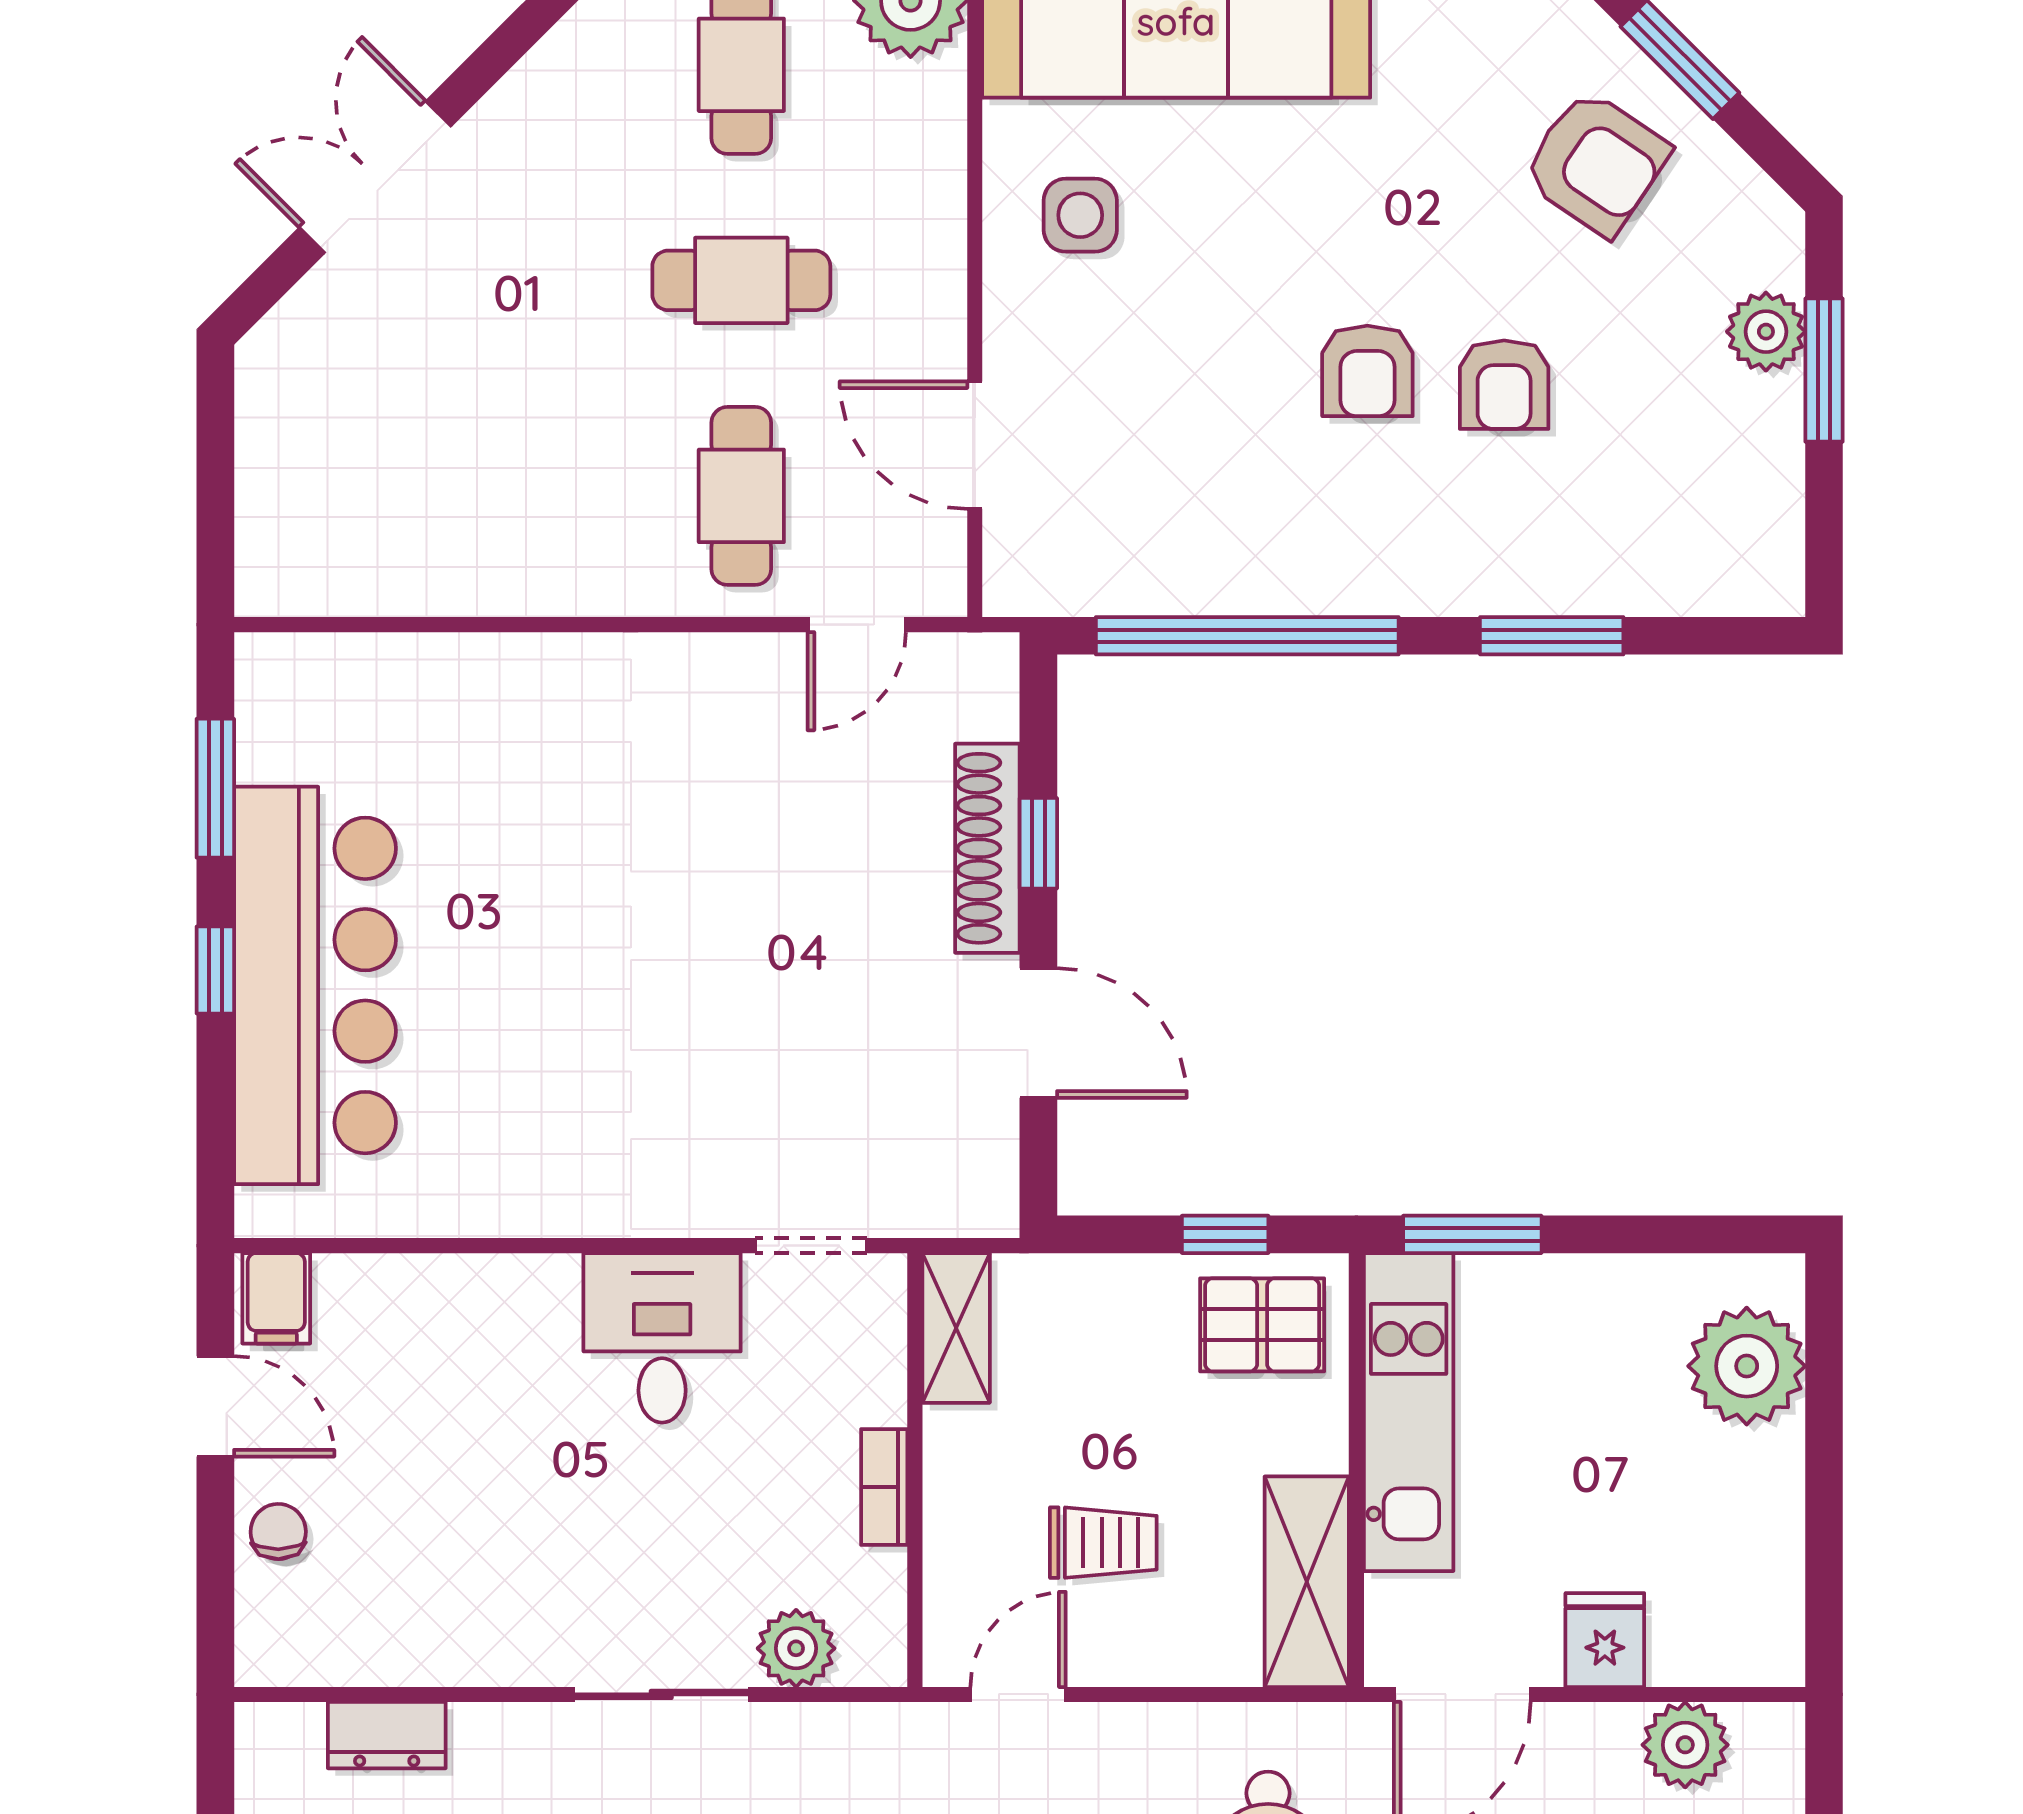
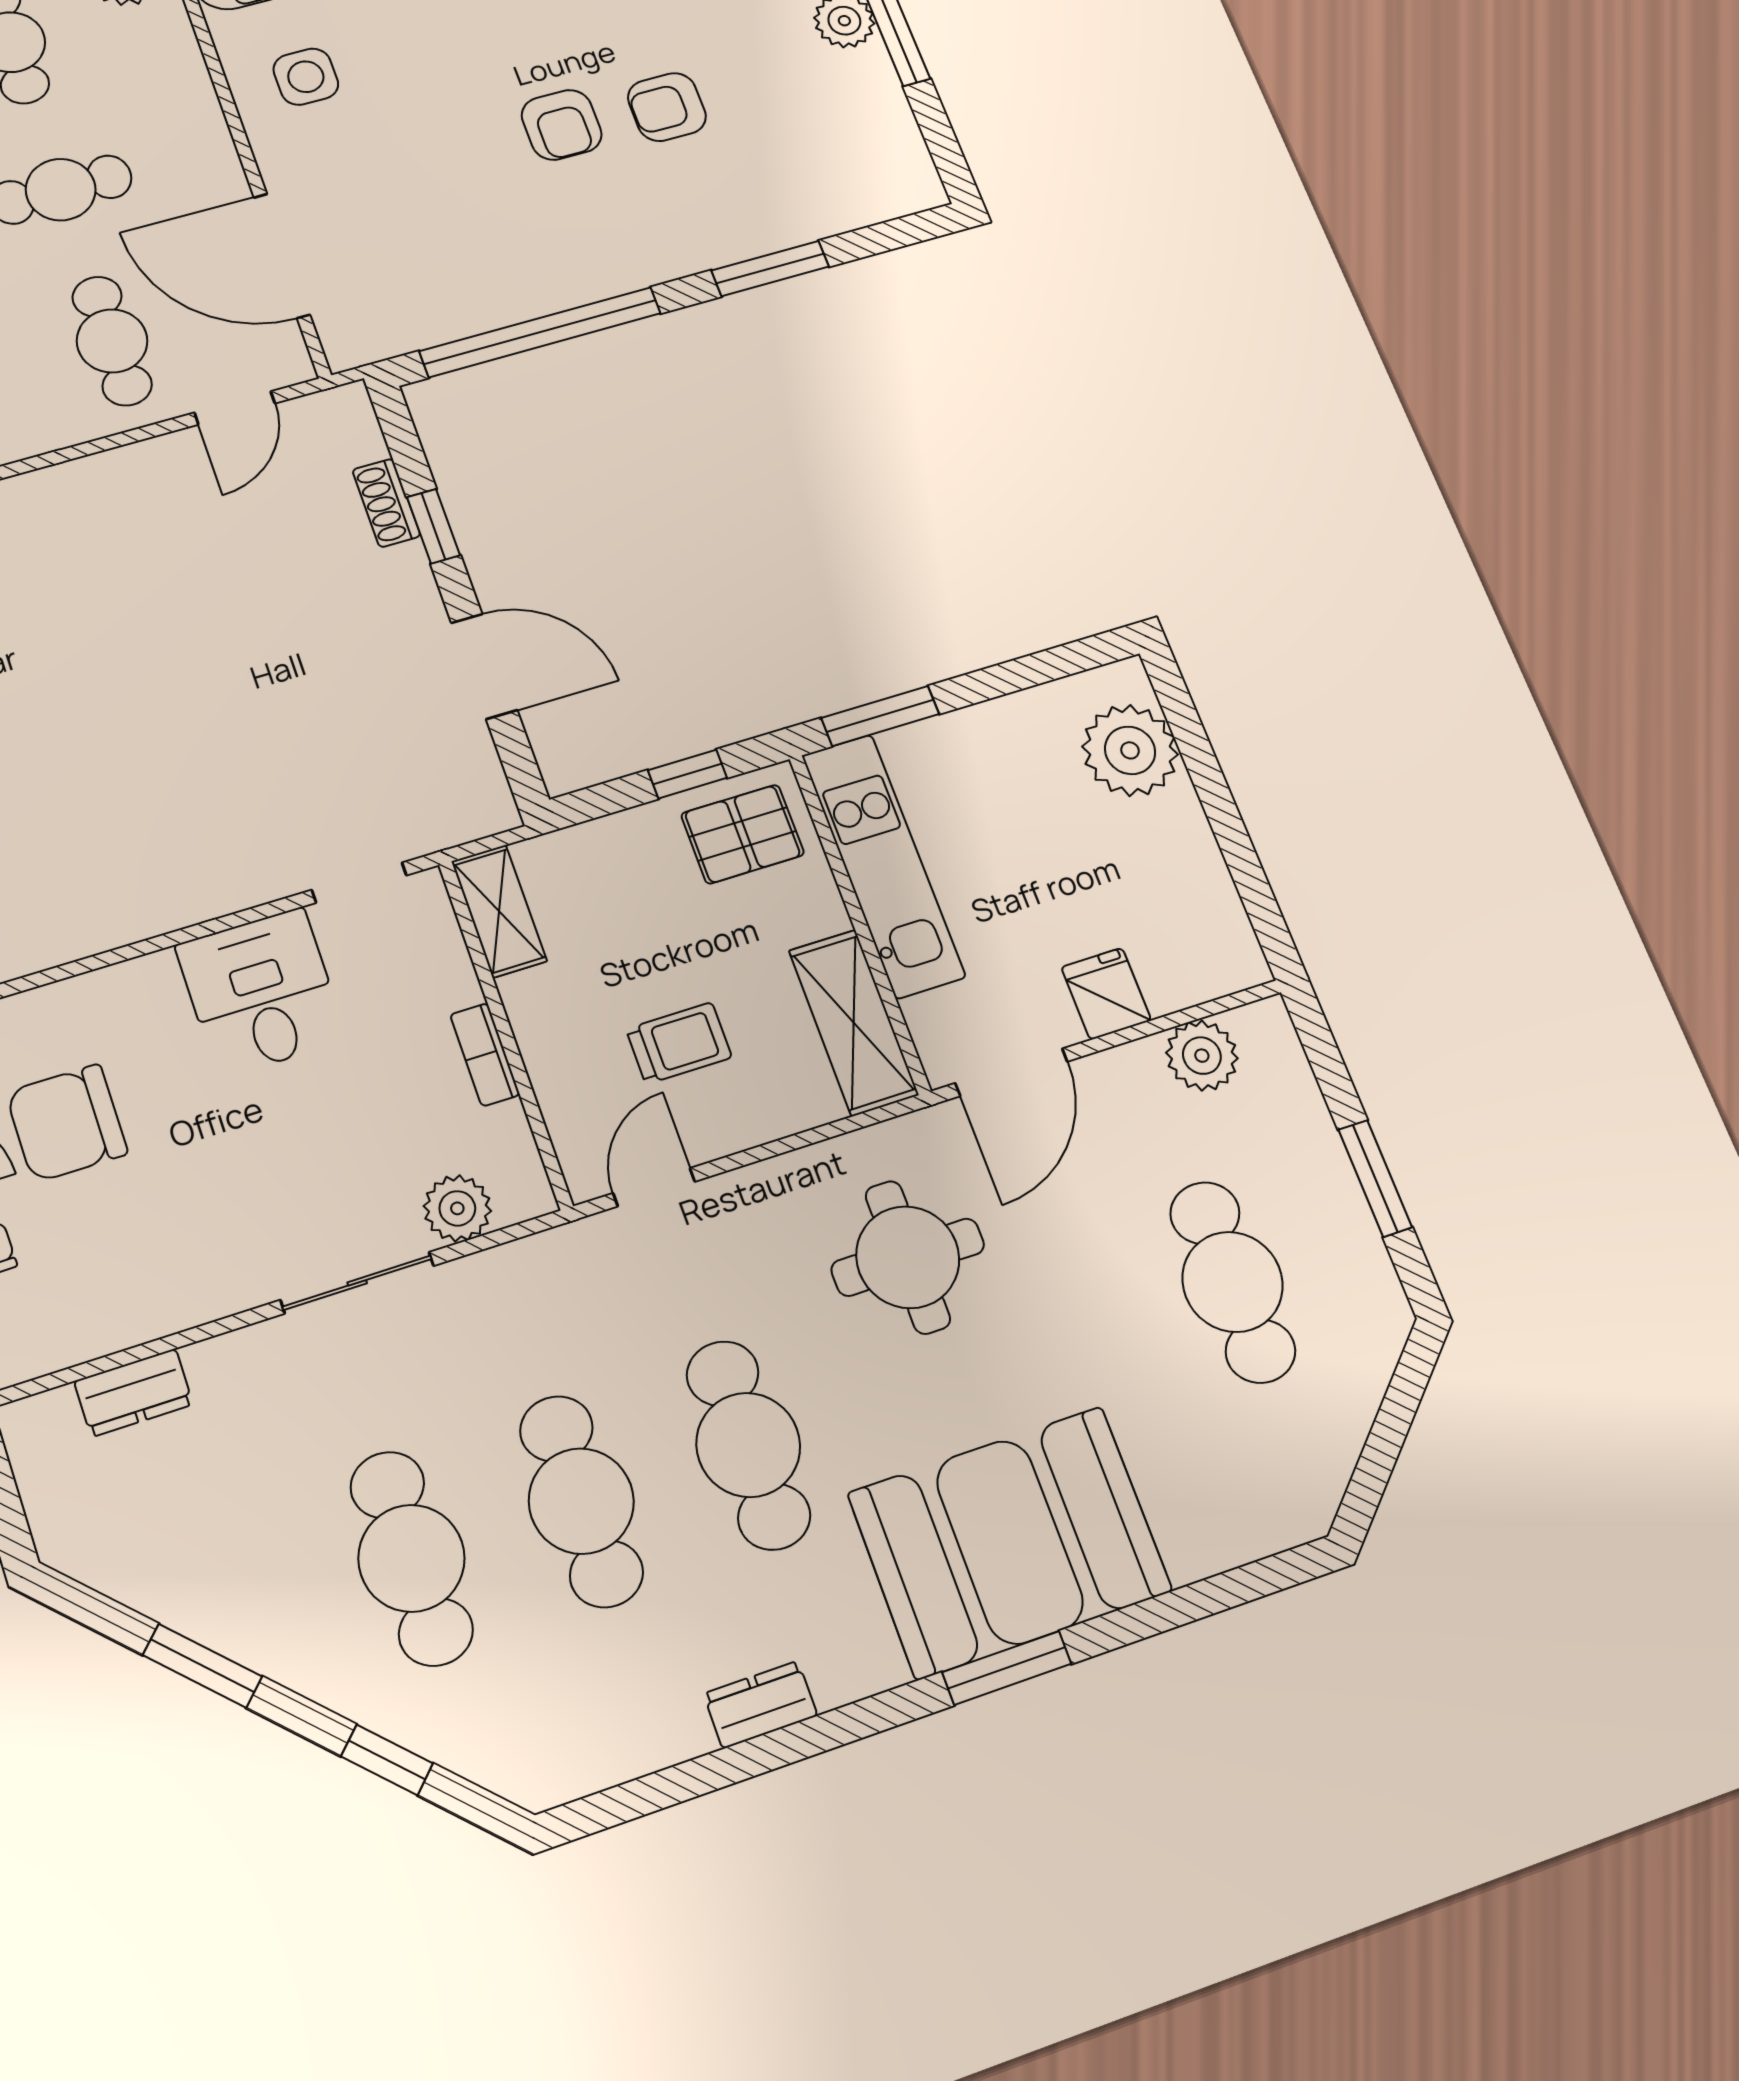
armchair: (1504, 385) -> (667, 107), turned 90
door: (975, 445) -> (282, 256), width x1.36
shoe rack: (987, 848) -> (386, 503), width x0.51, depth x0.81
chair: (406, 1418) -> (67, 1123), added

